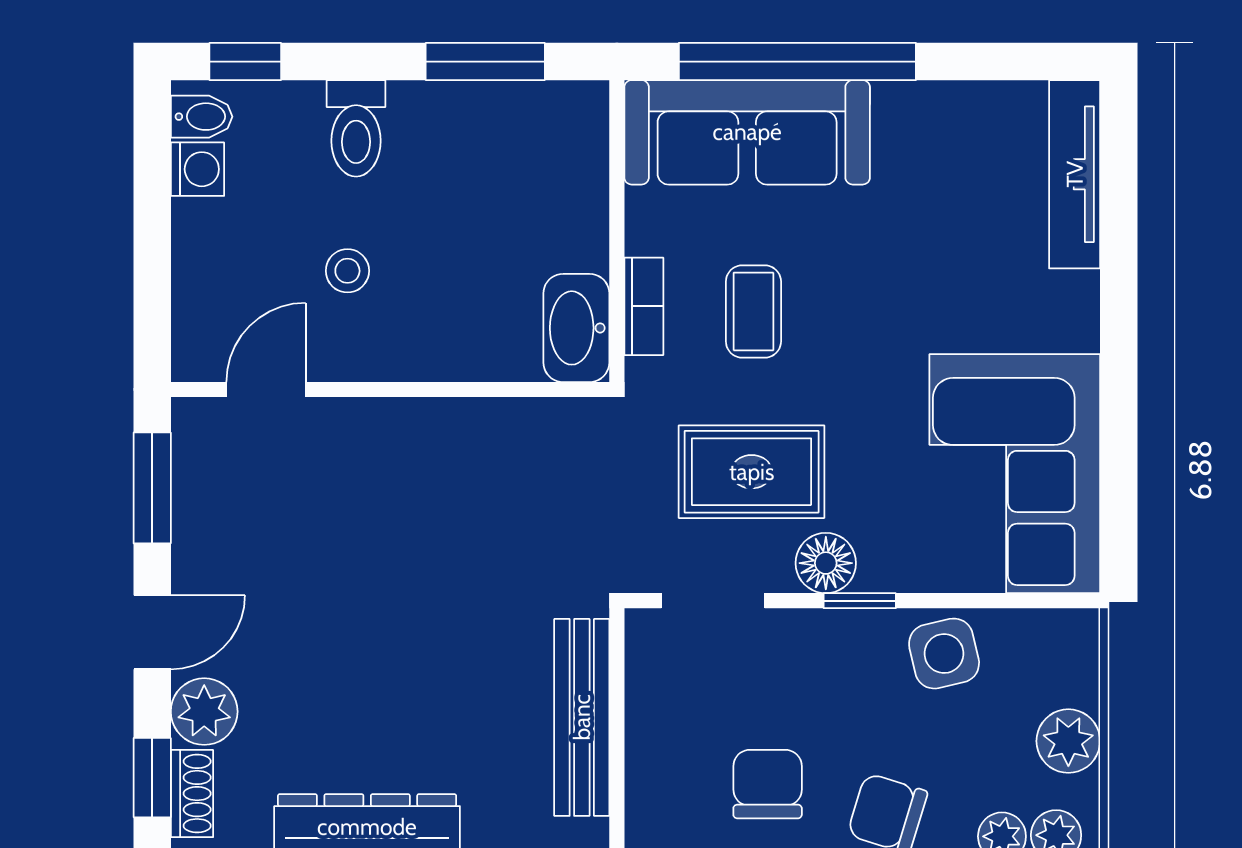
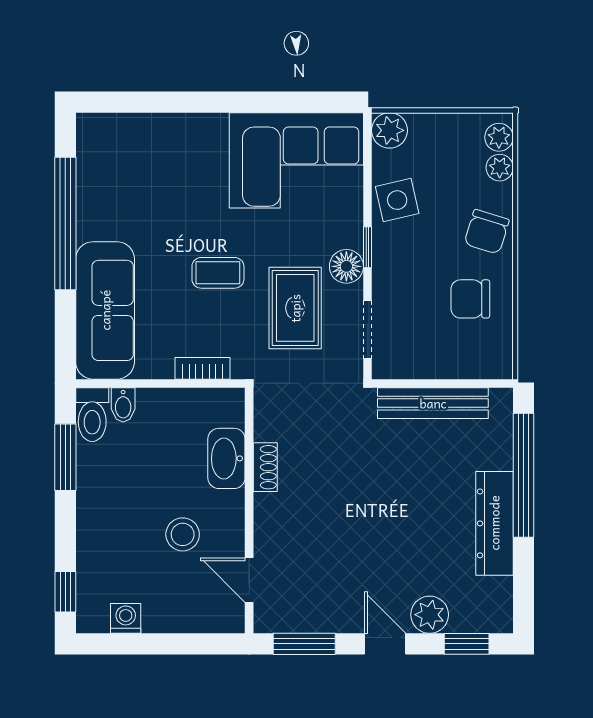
window: (797, 62) -> (65, 224), moved
bidet: (202, 117) -> (123, 405), moved, turned 180
toilet: (356, 128) -> (92, 415), moved, turned 90
tv unit: (1075, 174) -> (129, 127), removed
stool: (347, 271) -> (183, 534), width x1.37, depth x1.37
coffee table: (753, 311) -> (218, 273), moved
washbasin: (576, 328) -> (226, 458), moved, turned 90
plant: (1068, 741) -> (390, 130), moved
shoe rack: (192, 794) -> (265, 467), moved, turned 90

